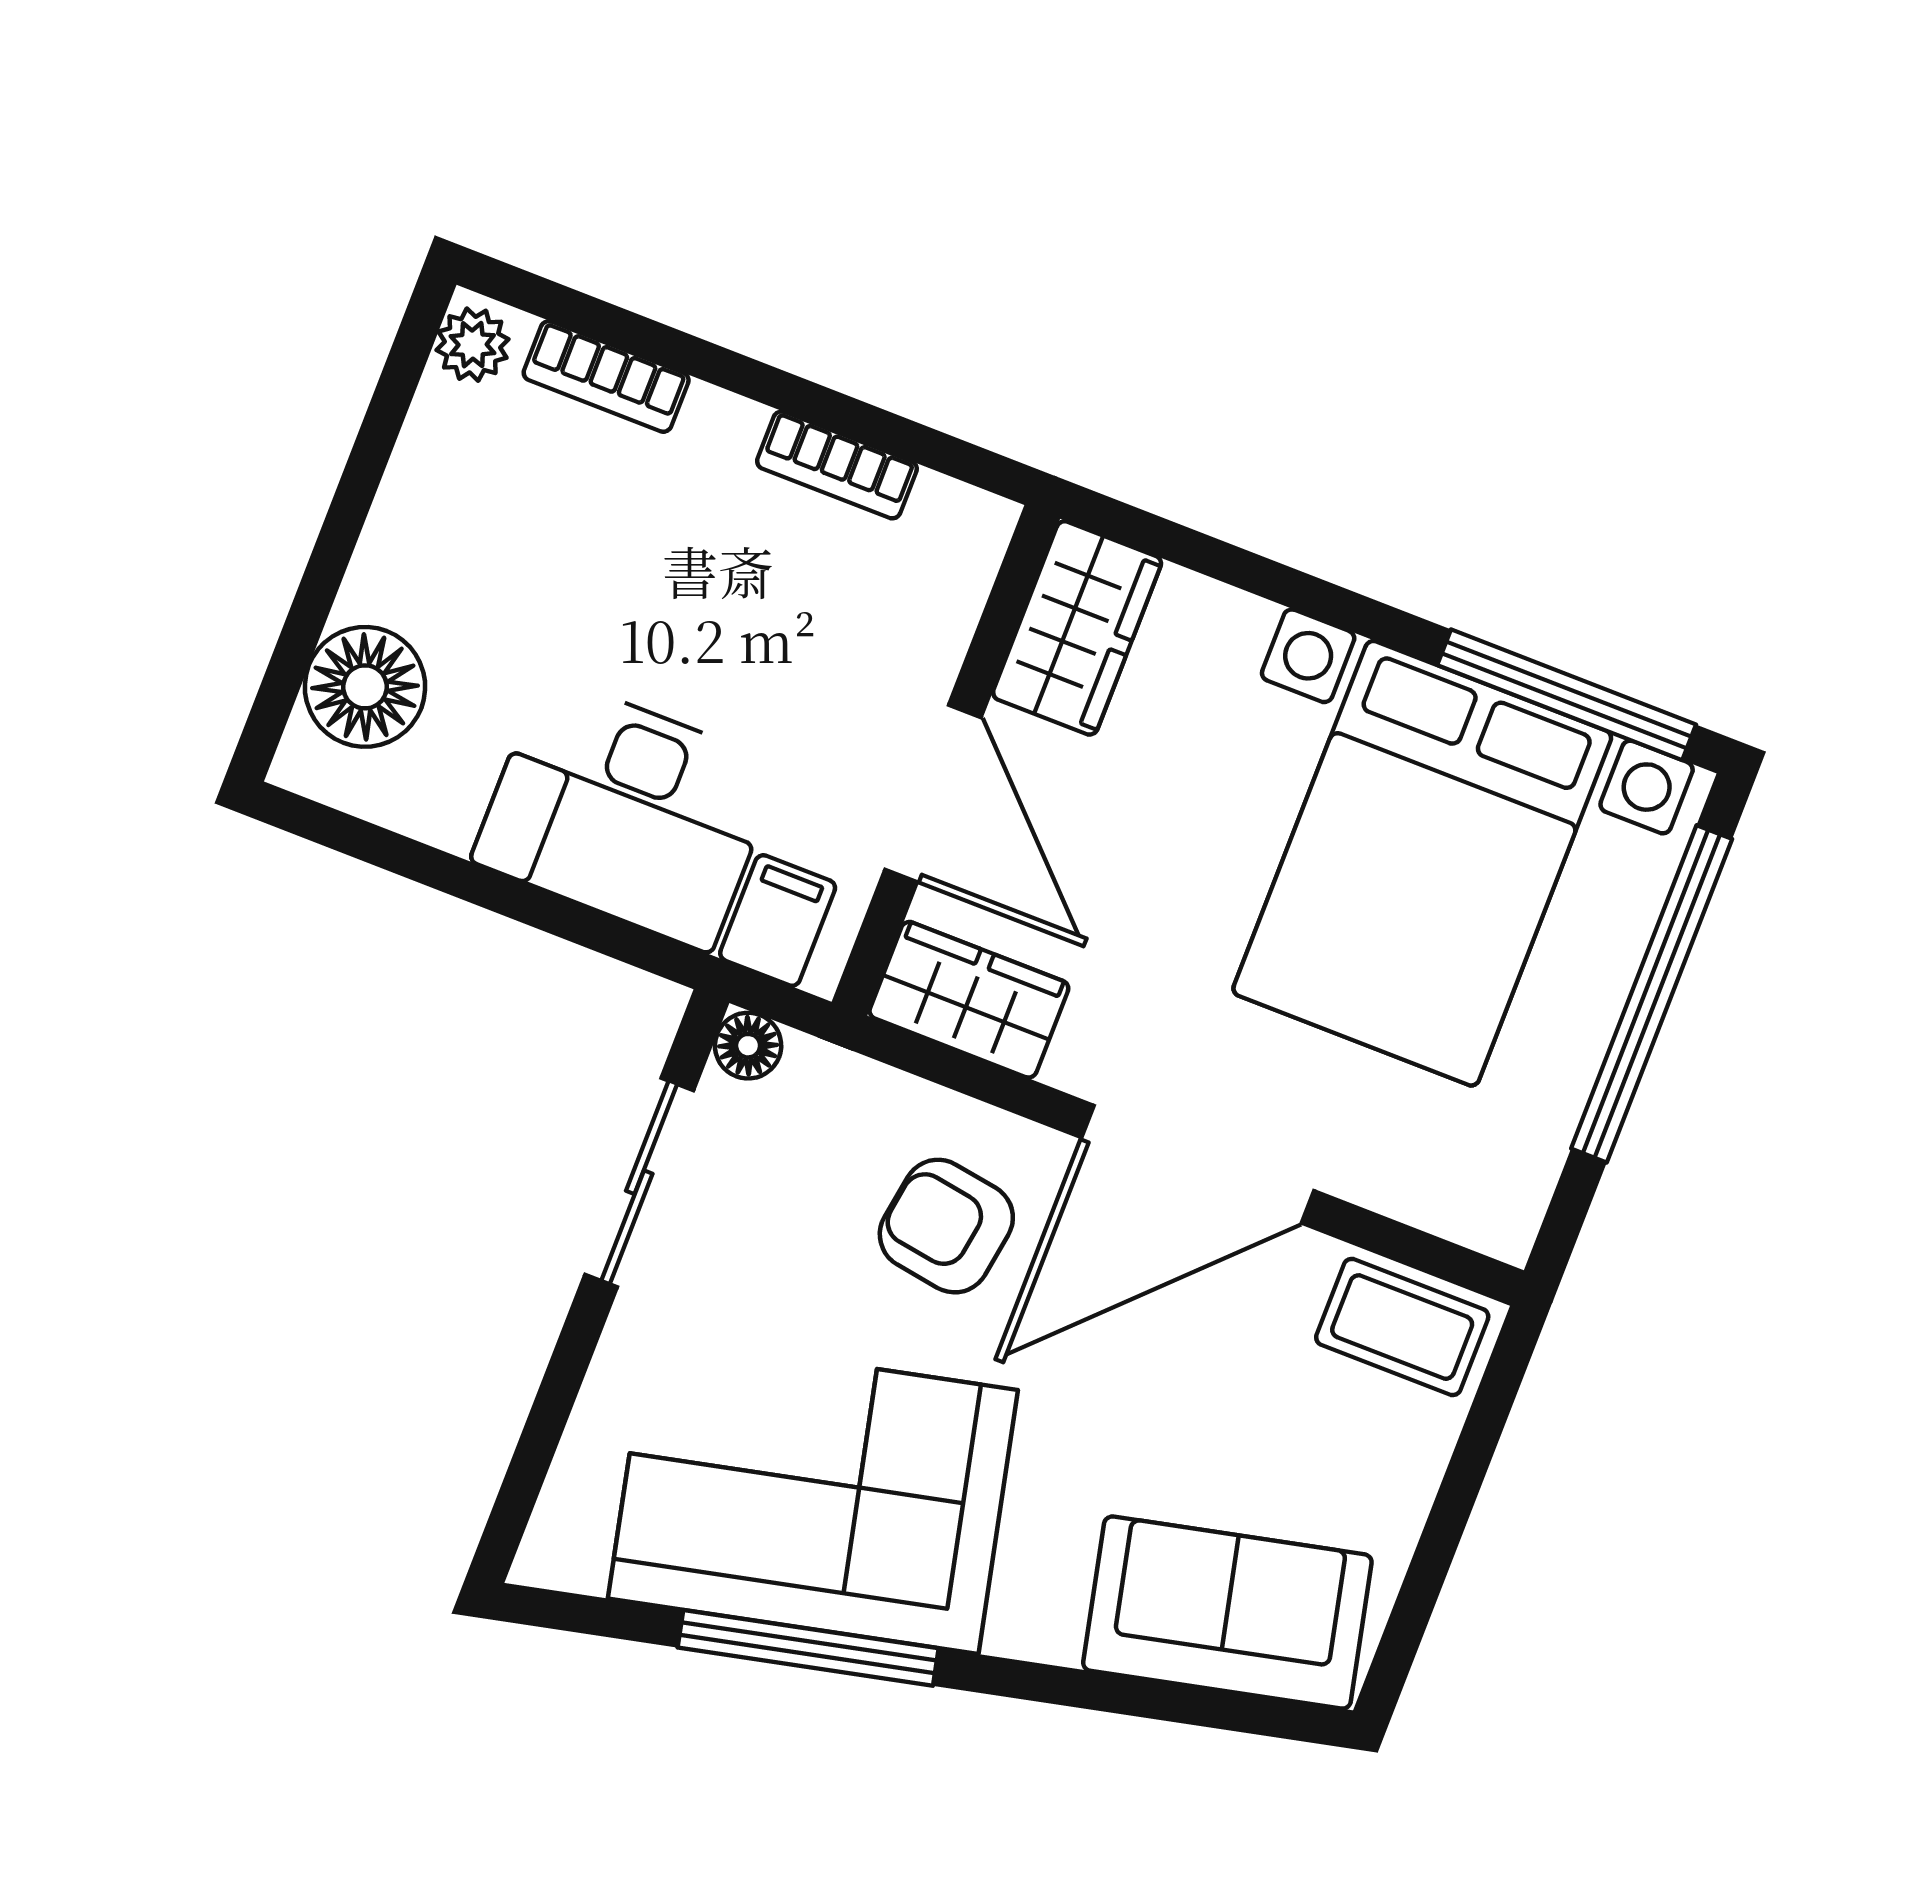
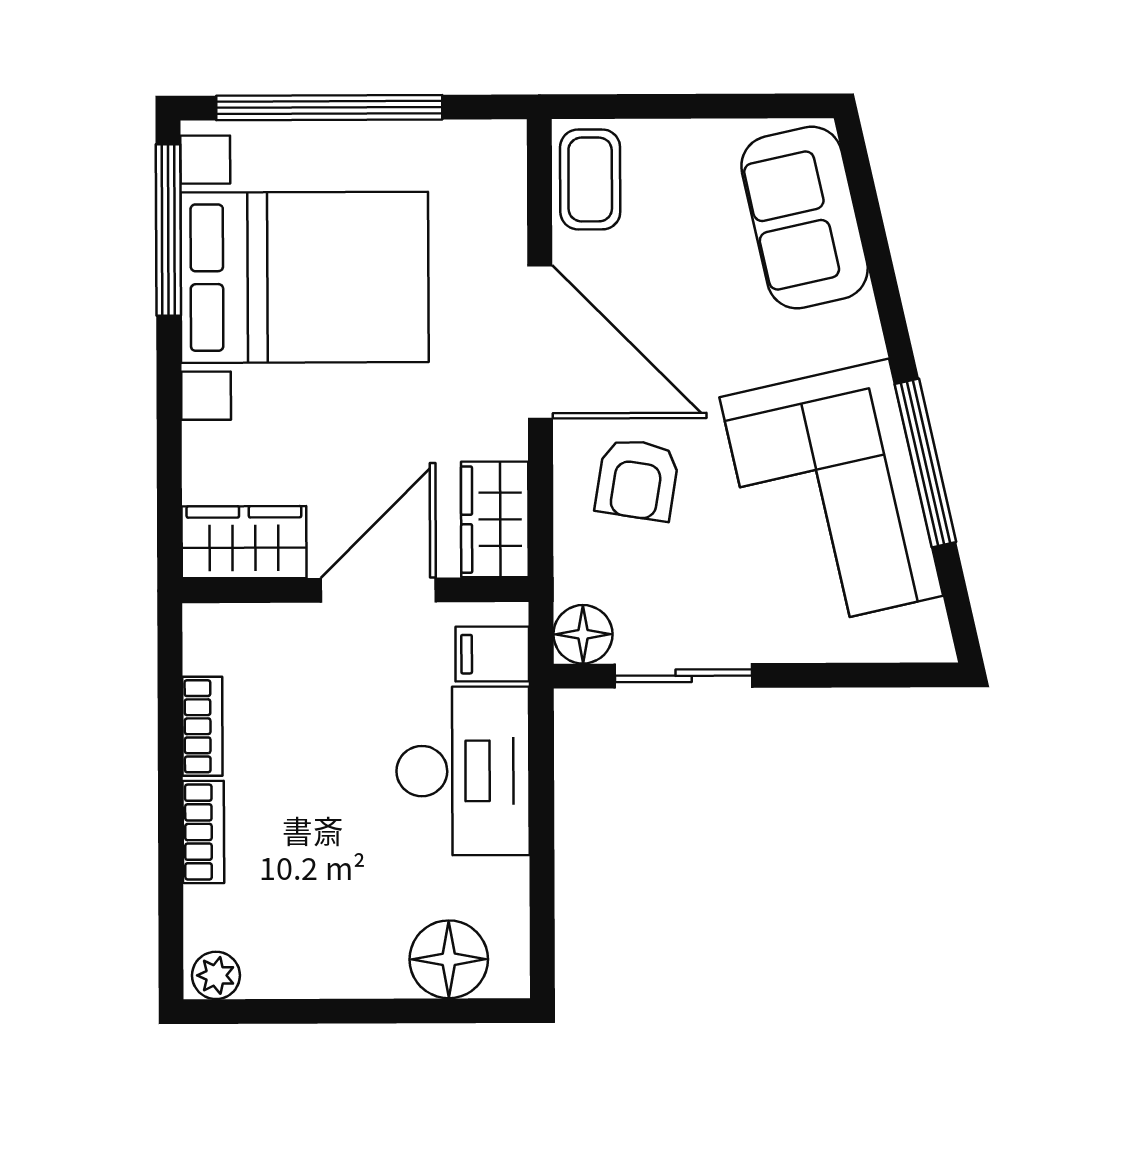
bookcase: (606, 376) -> (203, 832), moved
floor lamp: (748, 1046) -> (583, 634), width x1.37, depth x1.37

